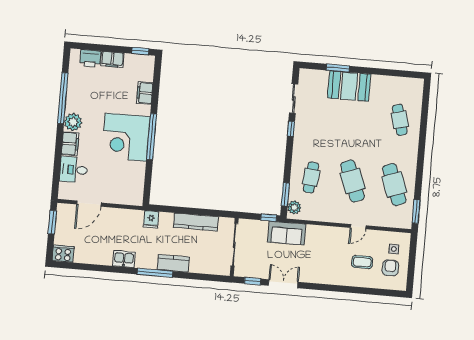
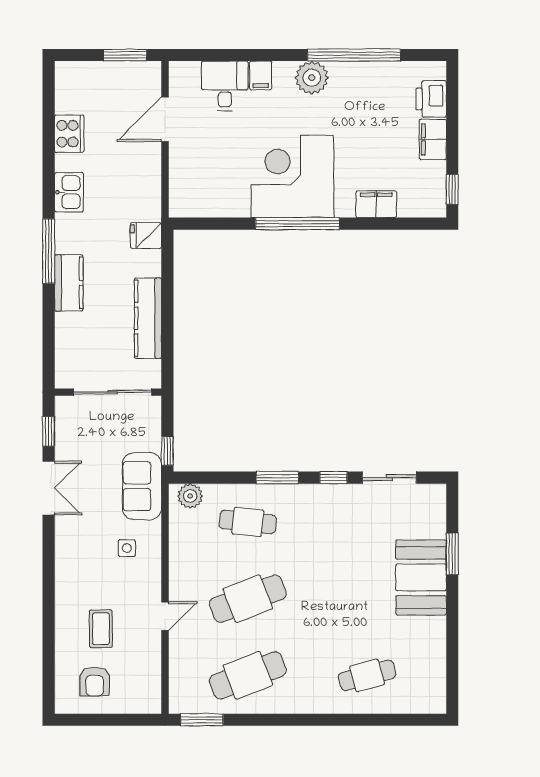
filing cabinet: (70, 144) -> (261, 75), width x0.50
window: (285, 194) -> (277, 478), moved
door: (89, 204) -> (165, 119), hinge flipped
door: (358, 227) -> (165, 616), swing flipped
side table: (394, 249) -> (127, 548), moved
cooker: (63, 254) -> (69, 134), moved
armchair: (390, 268) -> (95, 681), turned 90

